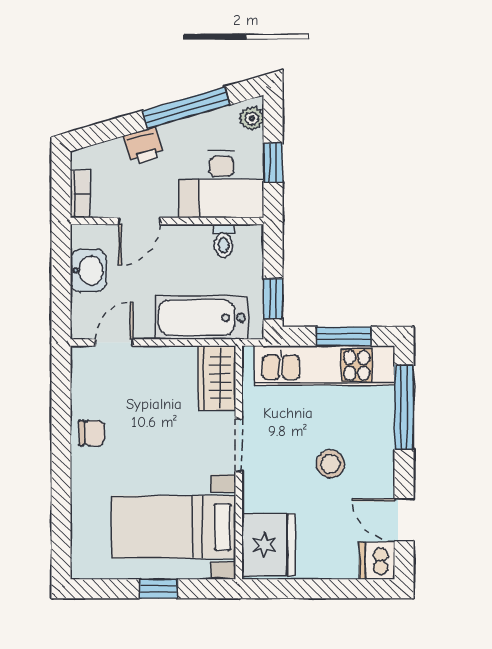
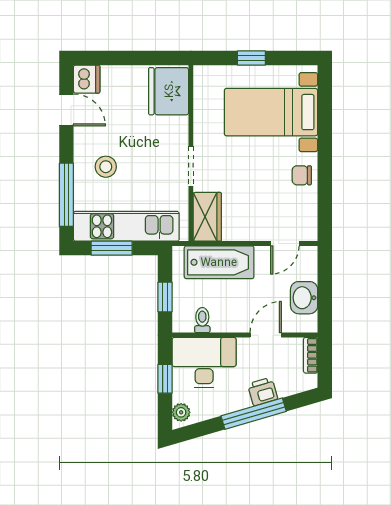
window: (186, 108) -> (254, 414), moved
window: (273, 298) -> (165, 297), moved
stool: (330, 464) -> (106, 167), moved
bed with nightstands: (174, 527) -> (271, 112), moved, turned 180

